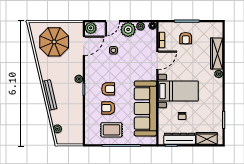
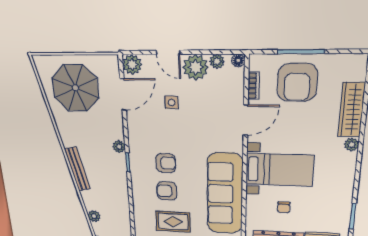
door: (112, 21) -> (168, 52), hinge flipped
armchair: (186, 38) -> (297, 82), width x1.88, depth x1.88

